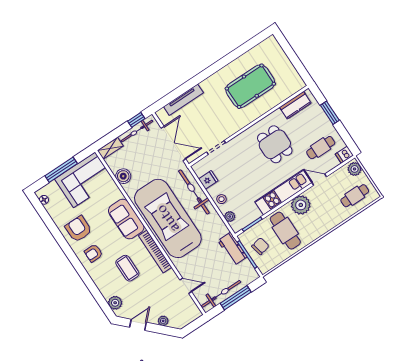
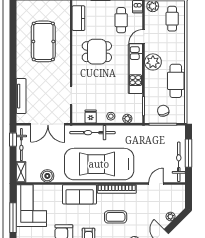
double door: (173, 144) -> (48, 124), swing flipped
cafe table: (285, 231) -> (176, 81), moved, turned 90
workbench: (232, 249) -> (152, 132), removed

